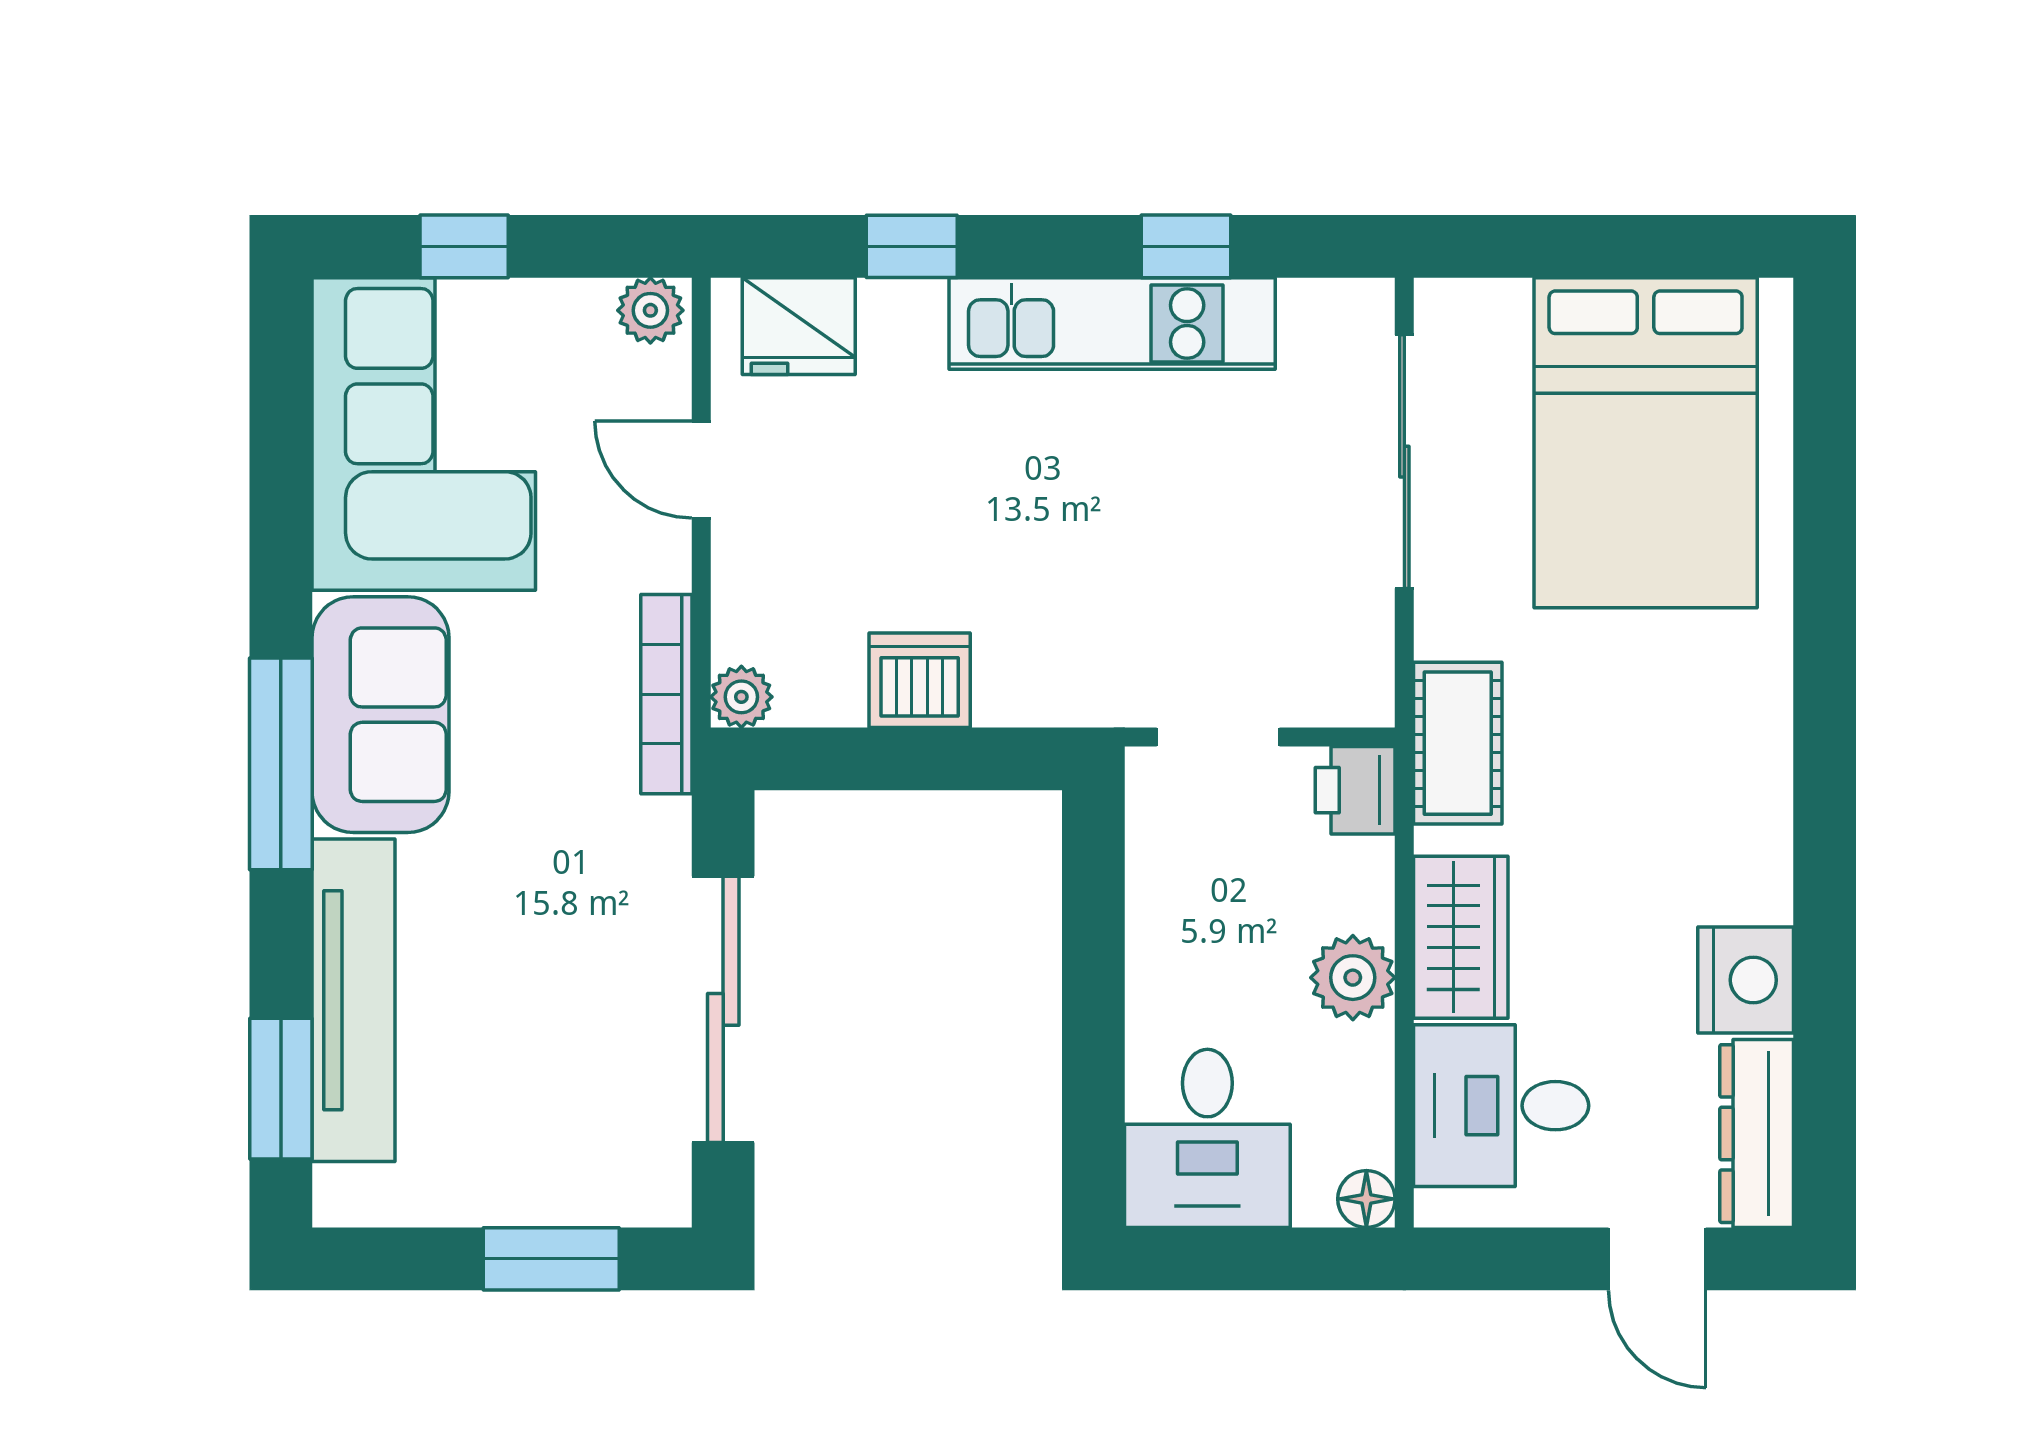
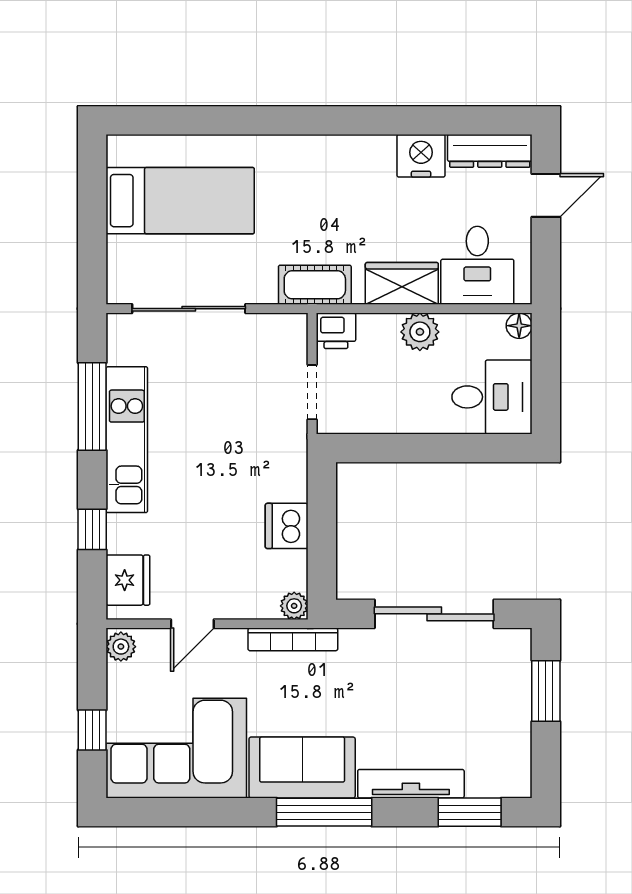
window: (1186, 246) -> (92, 407), width x2.17
bed: (1646, 443) -> (180, 201), width x0.67
tv unit: (354, 1000) -> (411, 784), width x0.73, depth x0.78

